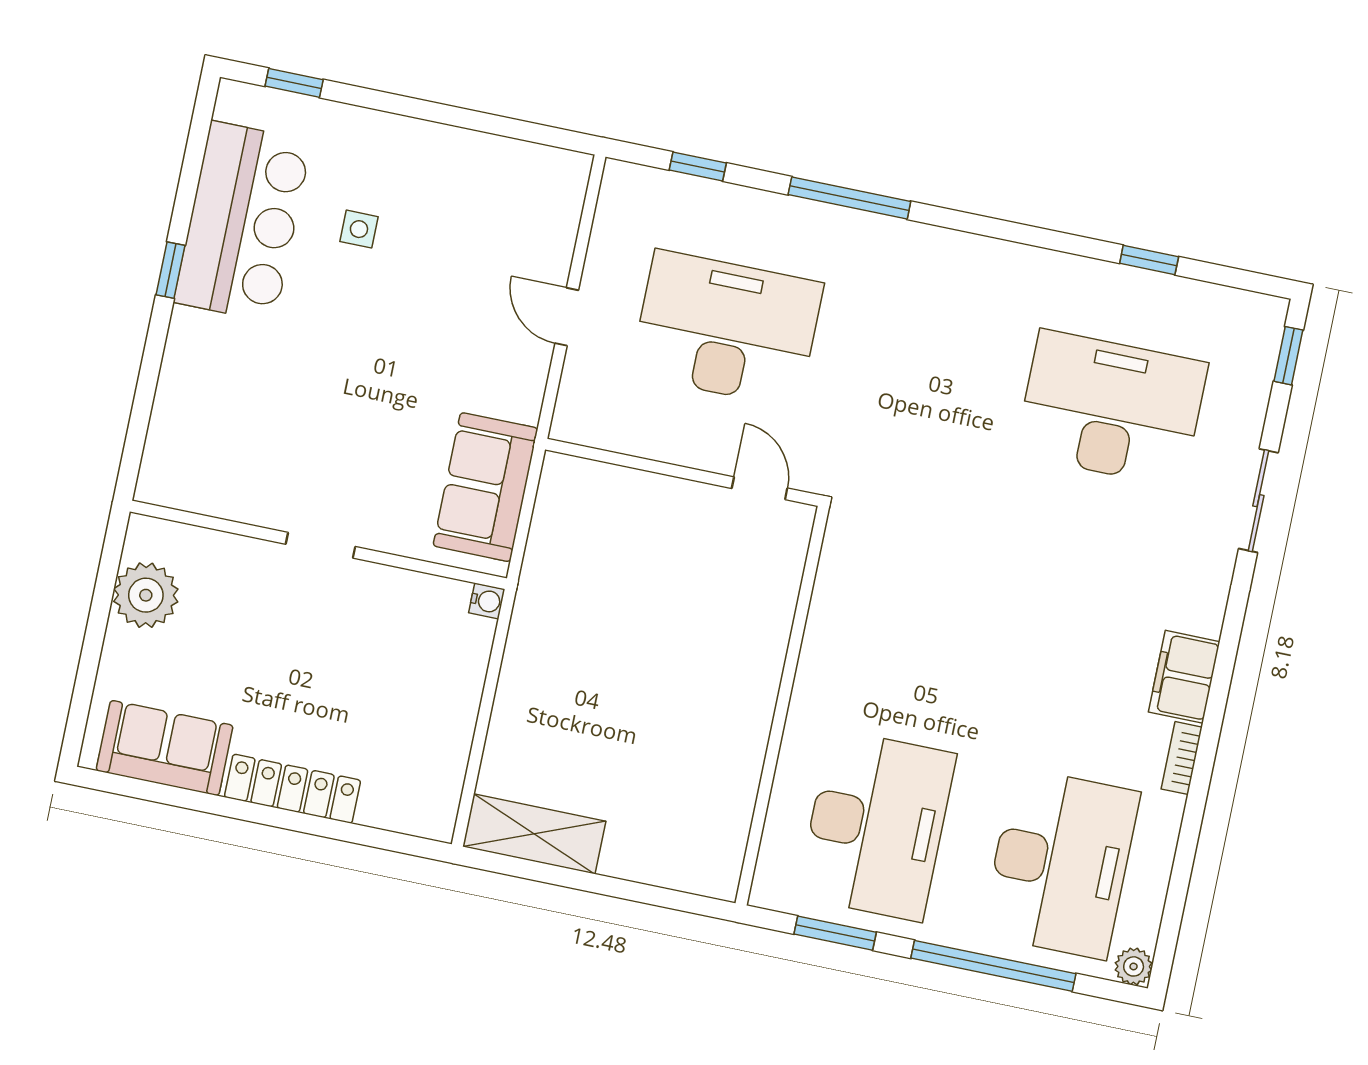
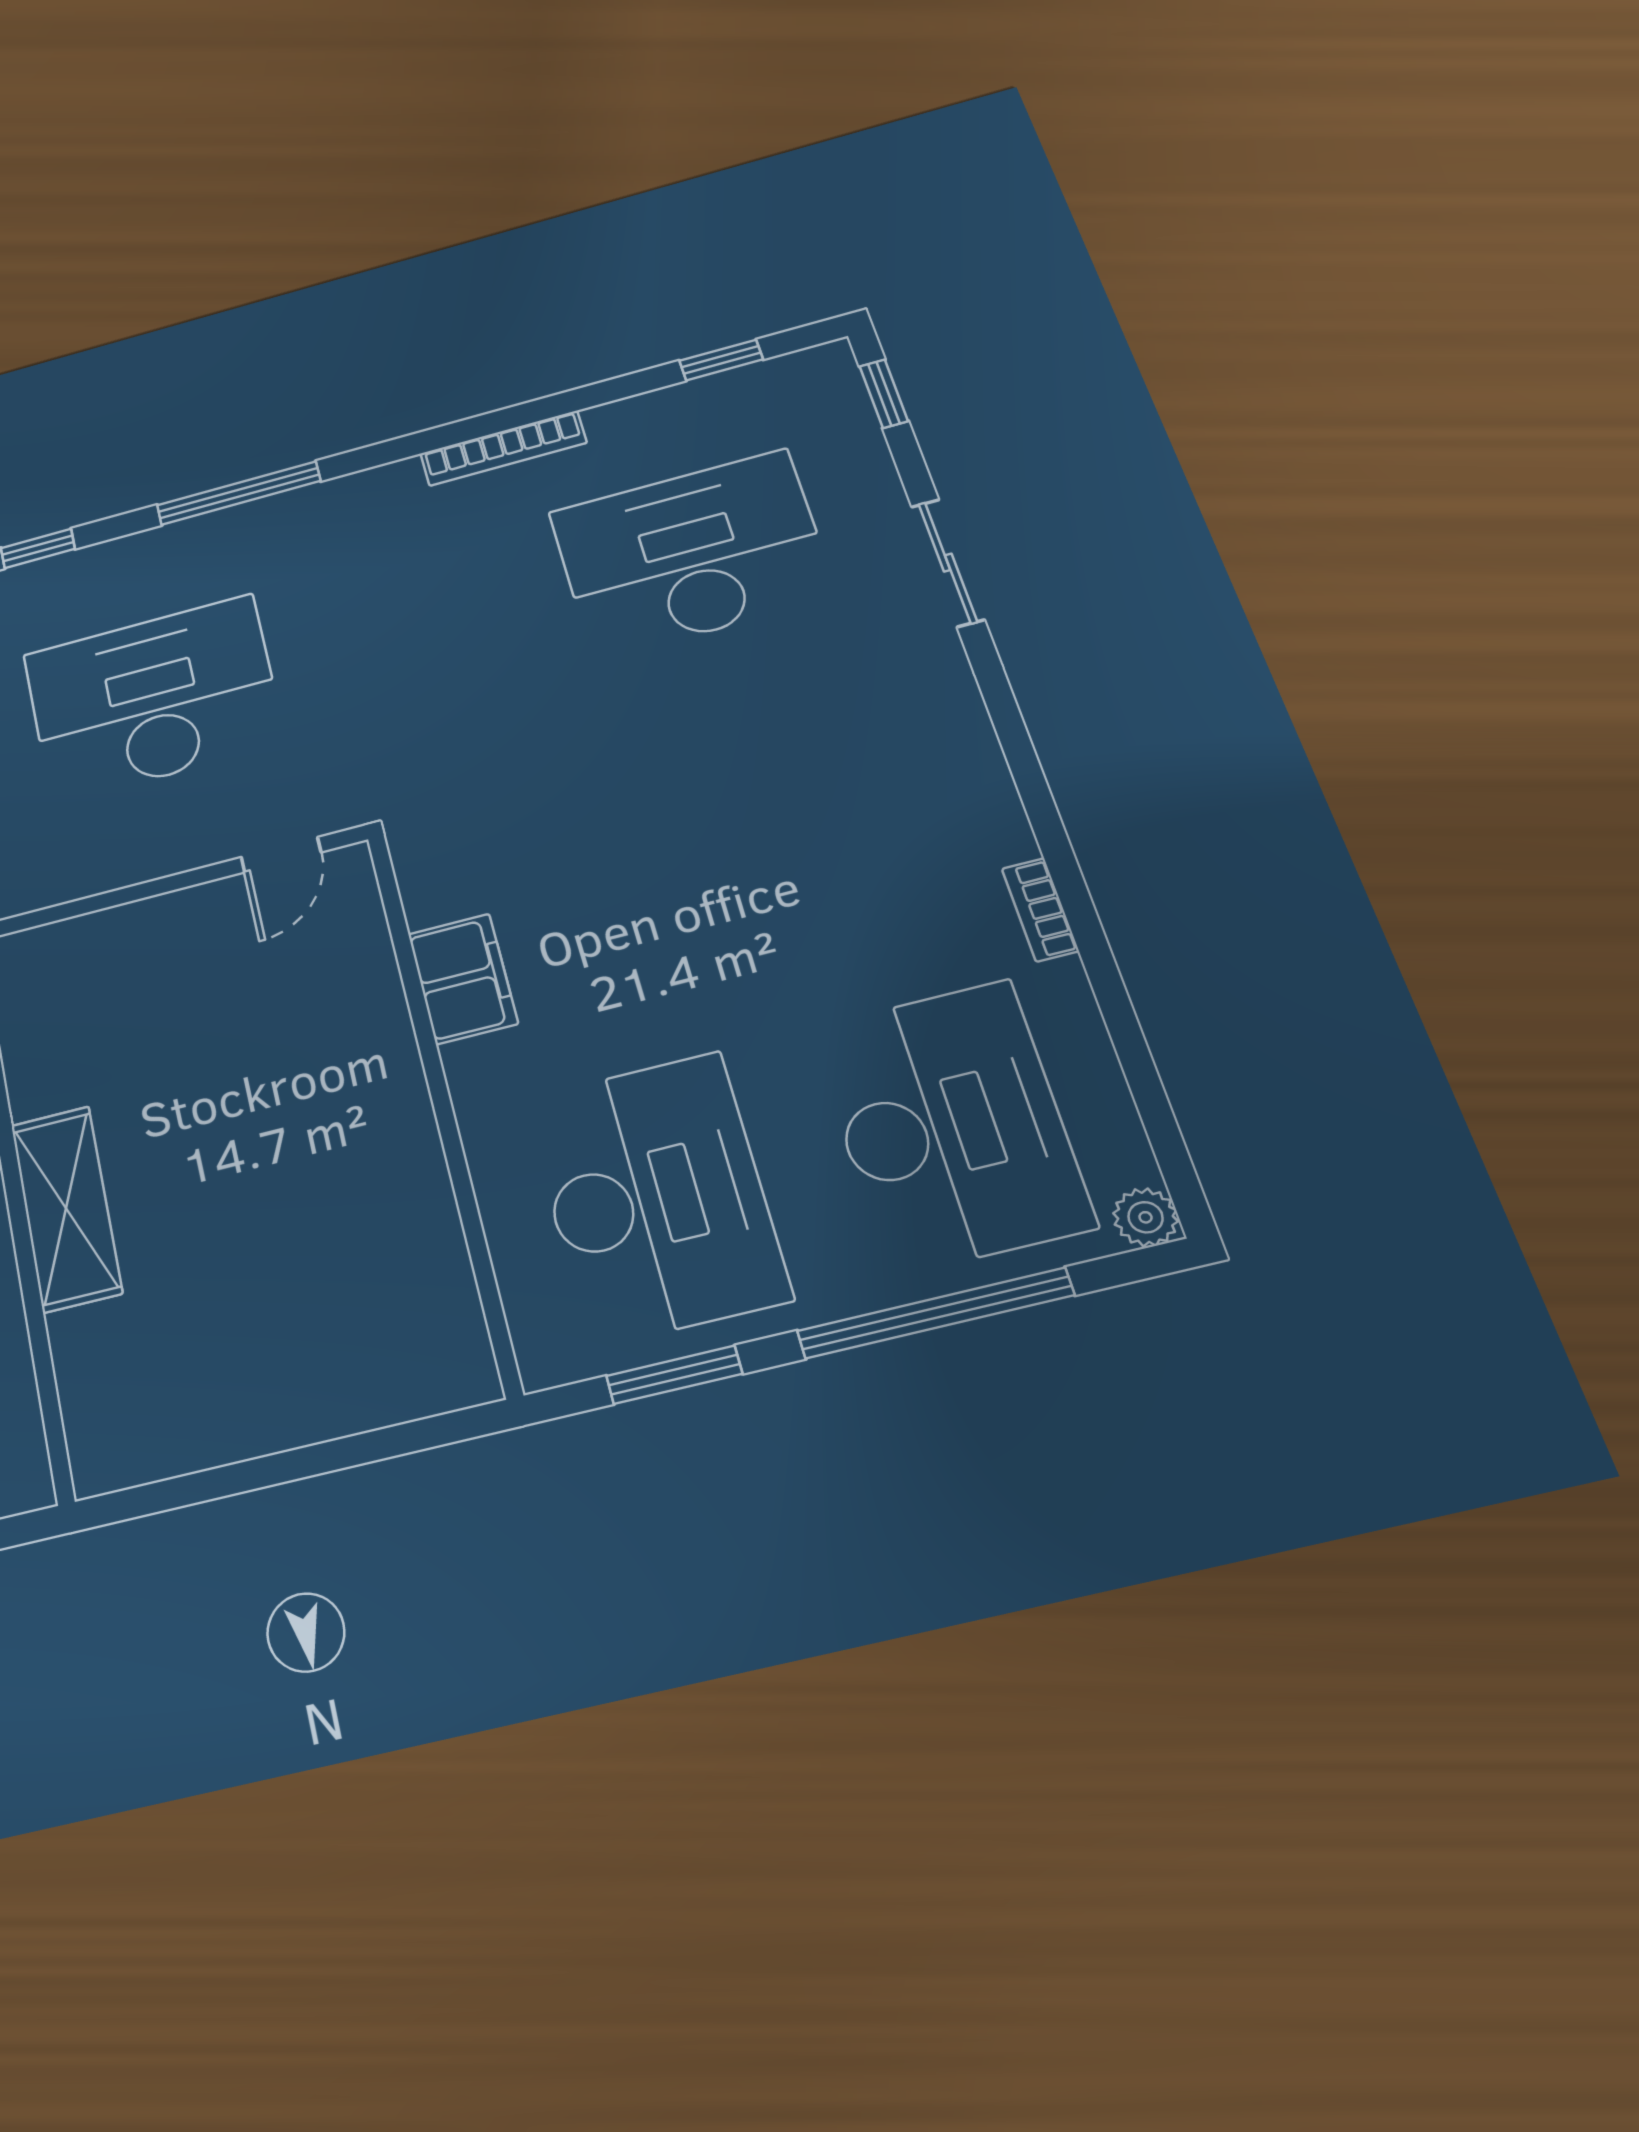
window: (1149, 260) -> (721, 360), moved
bookcase: (1035, 261) -> (503, 448), added
door: (760, 488) -> (281, 855), swing flipped
filing cabinet: (1184, 677) -> (463, 979), moved, turned 180
shelving: (534, 834) -> (66, 1208), moved, turned 90

